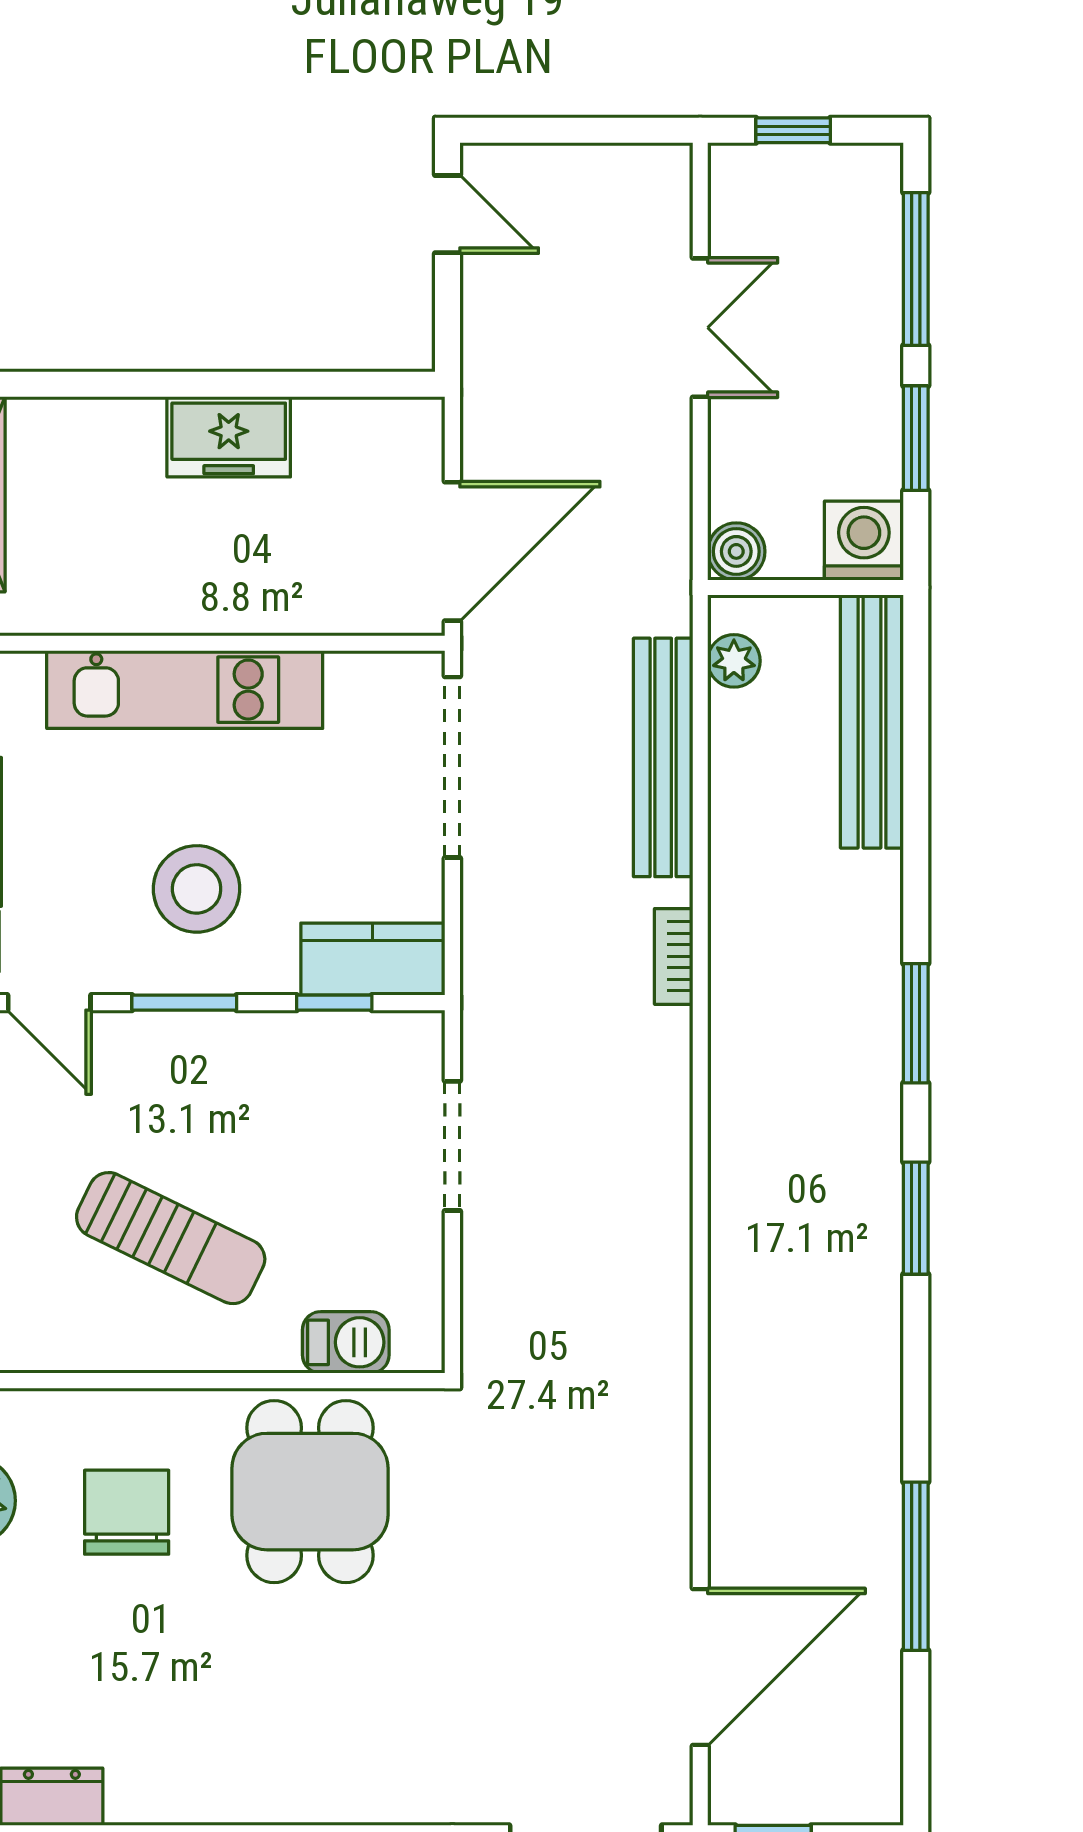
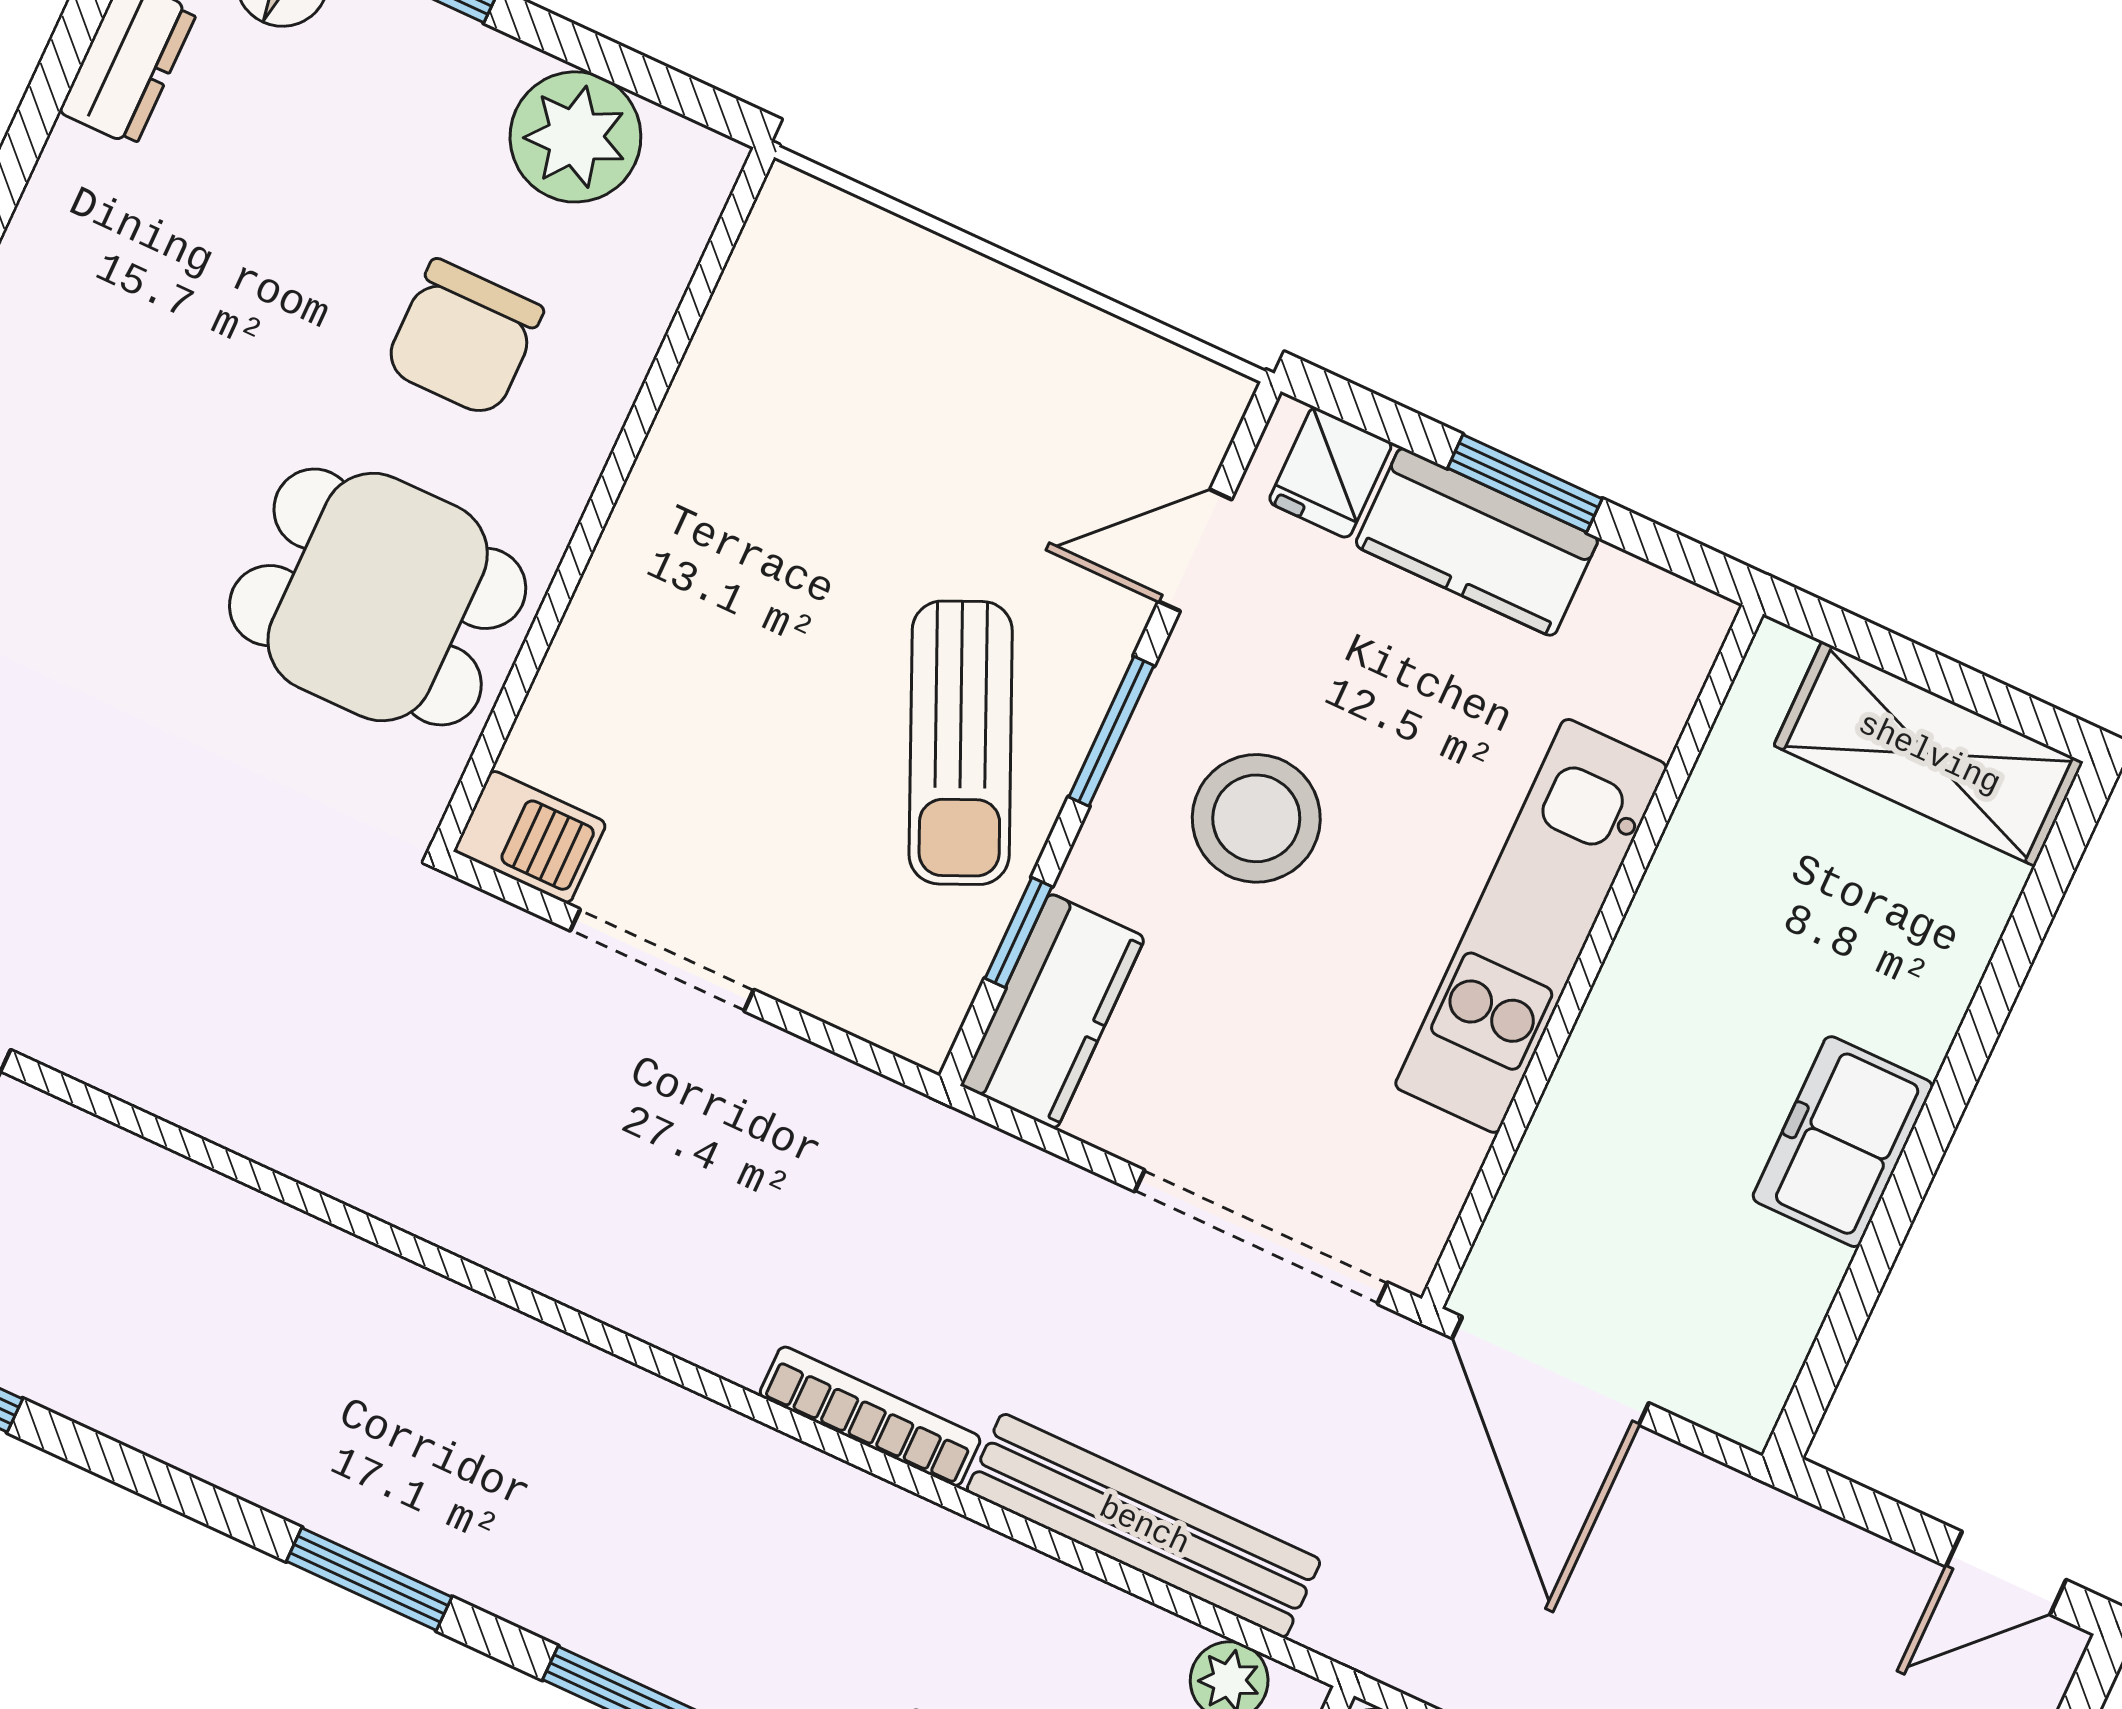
bookcase: (674, 956) -> (870, 1416), width x1.56
doorway: (452, 1146) -> (662, 960), moved
sun lounger: (171, 1238) -> (961, 743), moved, turned -50
barbecue: (346, 1342) -> (530, 837), moved, turned -90
chair: (127, 1512) -> (464, 338), turned 90

